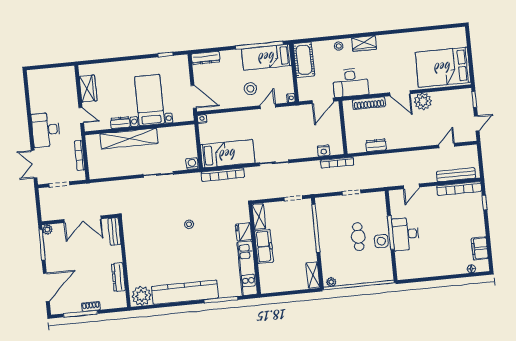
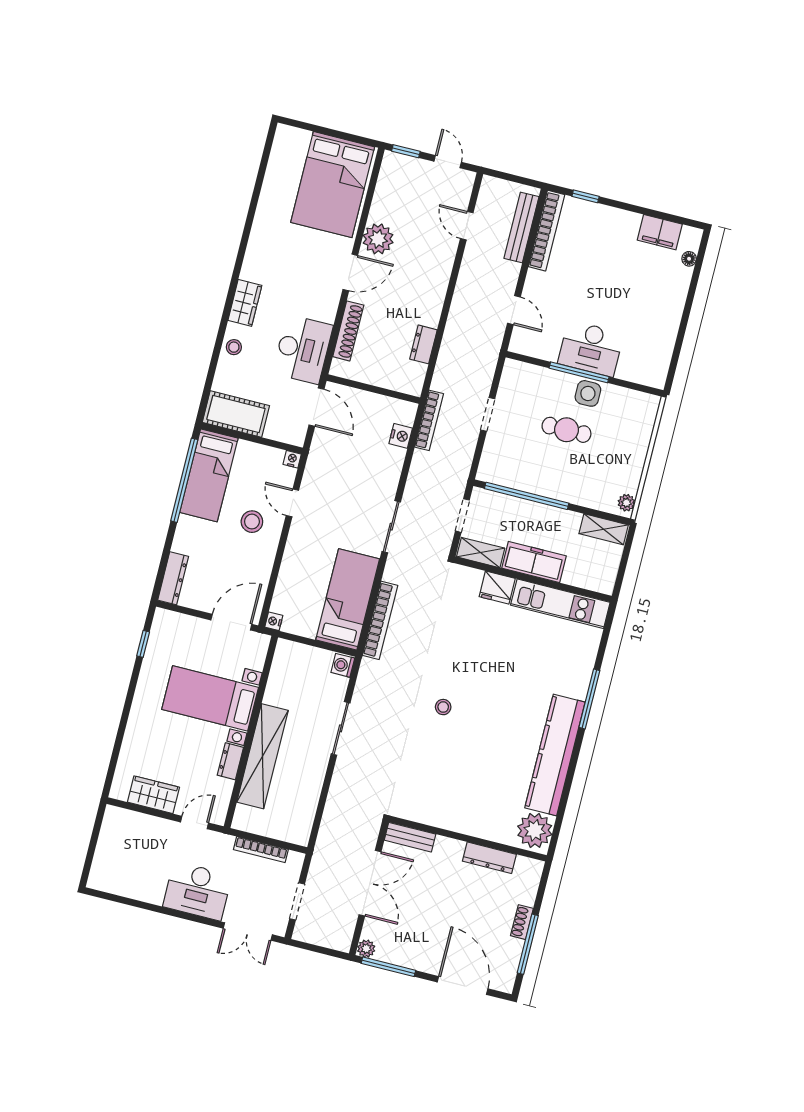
shelving: (259, 217) -> (481, 553), moved
fridge: (244, 232) -> (497, 588), moved
freezer: (264, 246) -> (534, 562), moved
wall: (255, 249) -> (533, 579), moved
kitchen unit: (247, 268) -> (560, 604), moved

